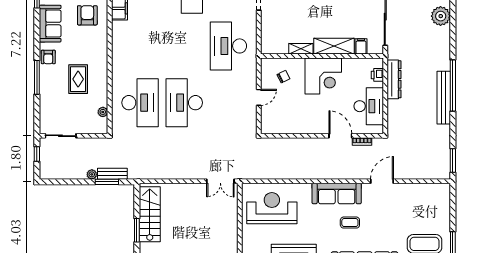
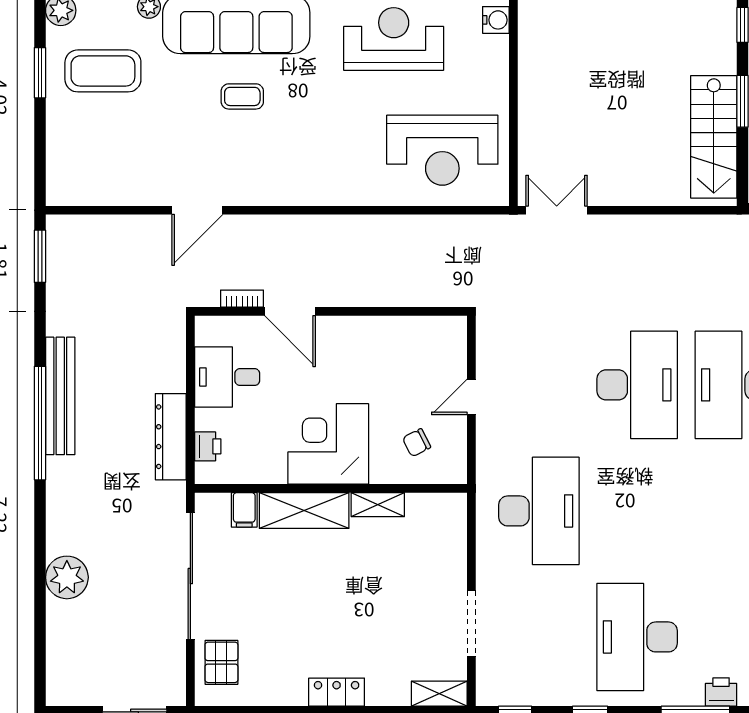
desk: (369, 106) -> (227, 377), width x0.73
sofa: (337, 194) -> (298, 183), removed
coffee table: (350, 223) -> (242, 96), moved

